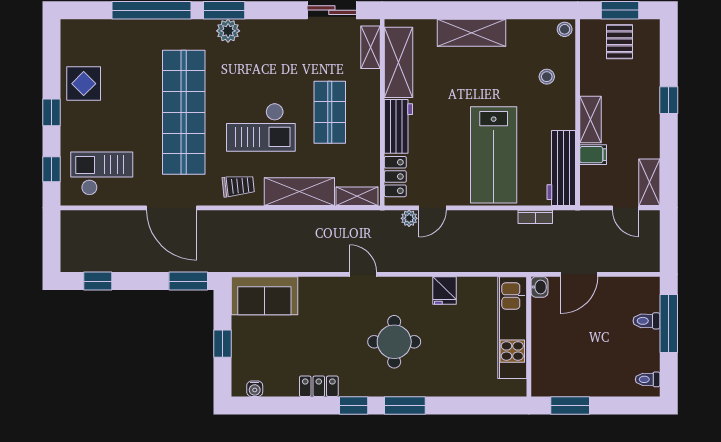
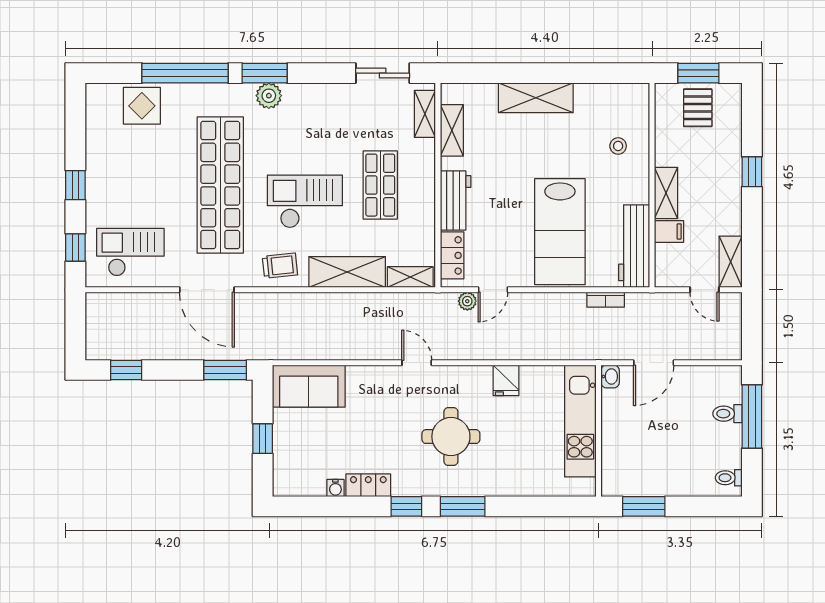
stool: (565, 29) -> (638, 94), removed
shelving: (399, 62) -> (452, 130), width x0.67, depth x0.75
display table: (84, 84) -> (142, 106), moved
checkout: (261, 127) -> (305, 201), turned 180
water cooler: (255, 389) -> (335, 488), moved

